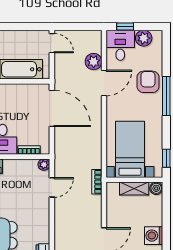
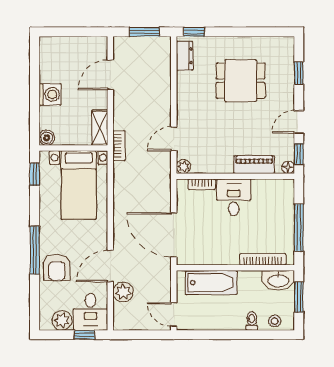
shelving: (134, 189) -> (100, 128), moved, turned 90
washing machine: (154, 236) -> (50, 94), moved

